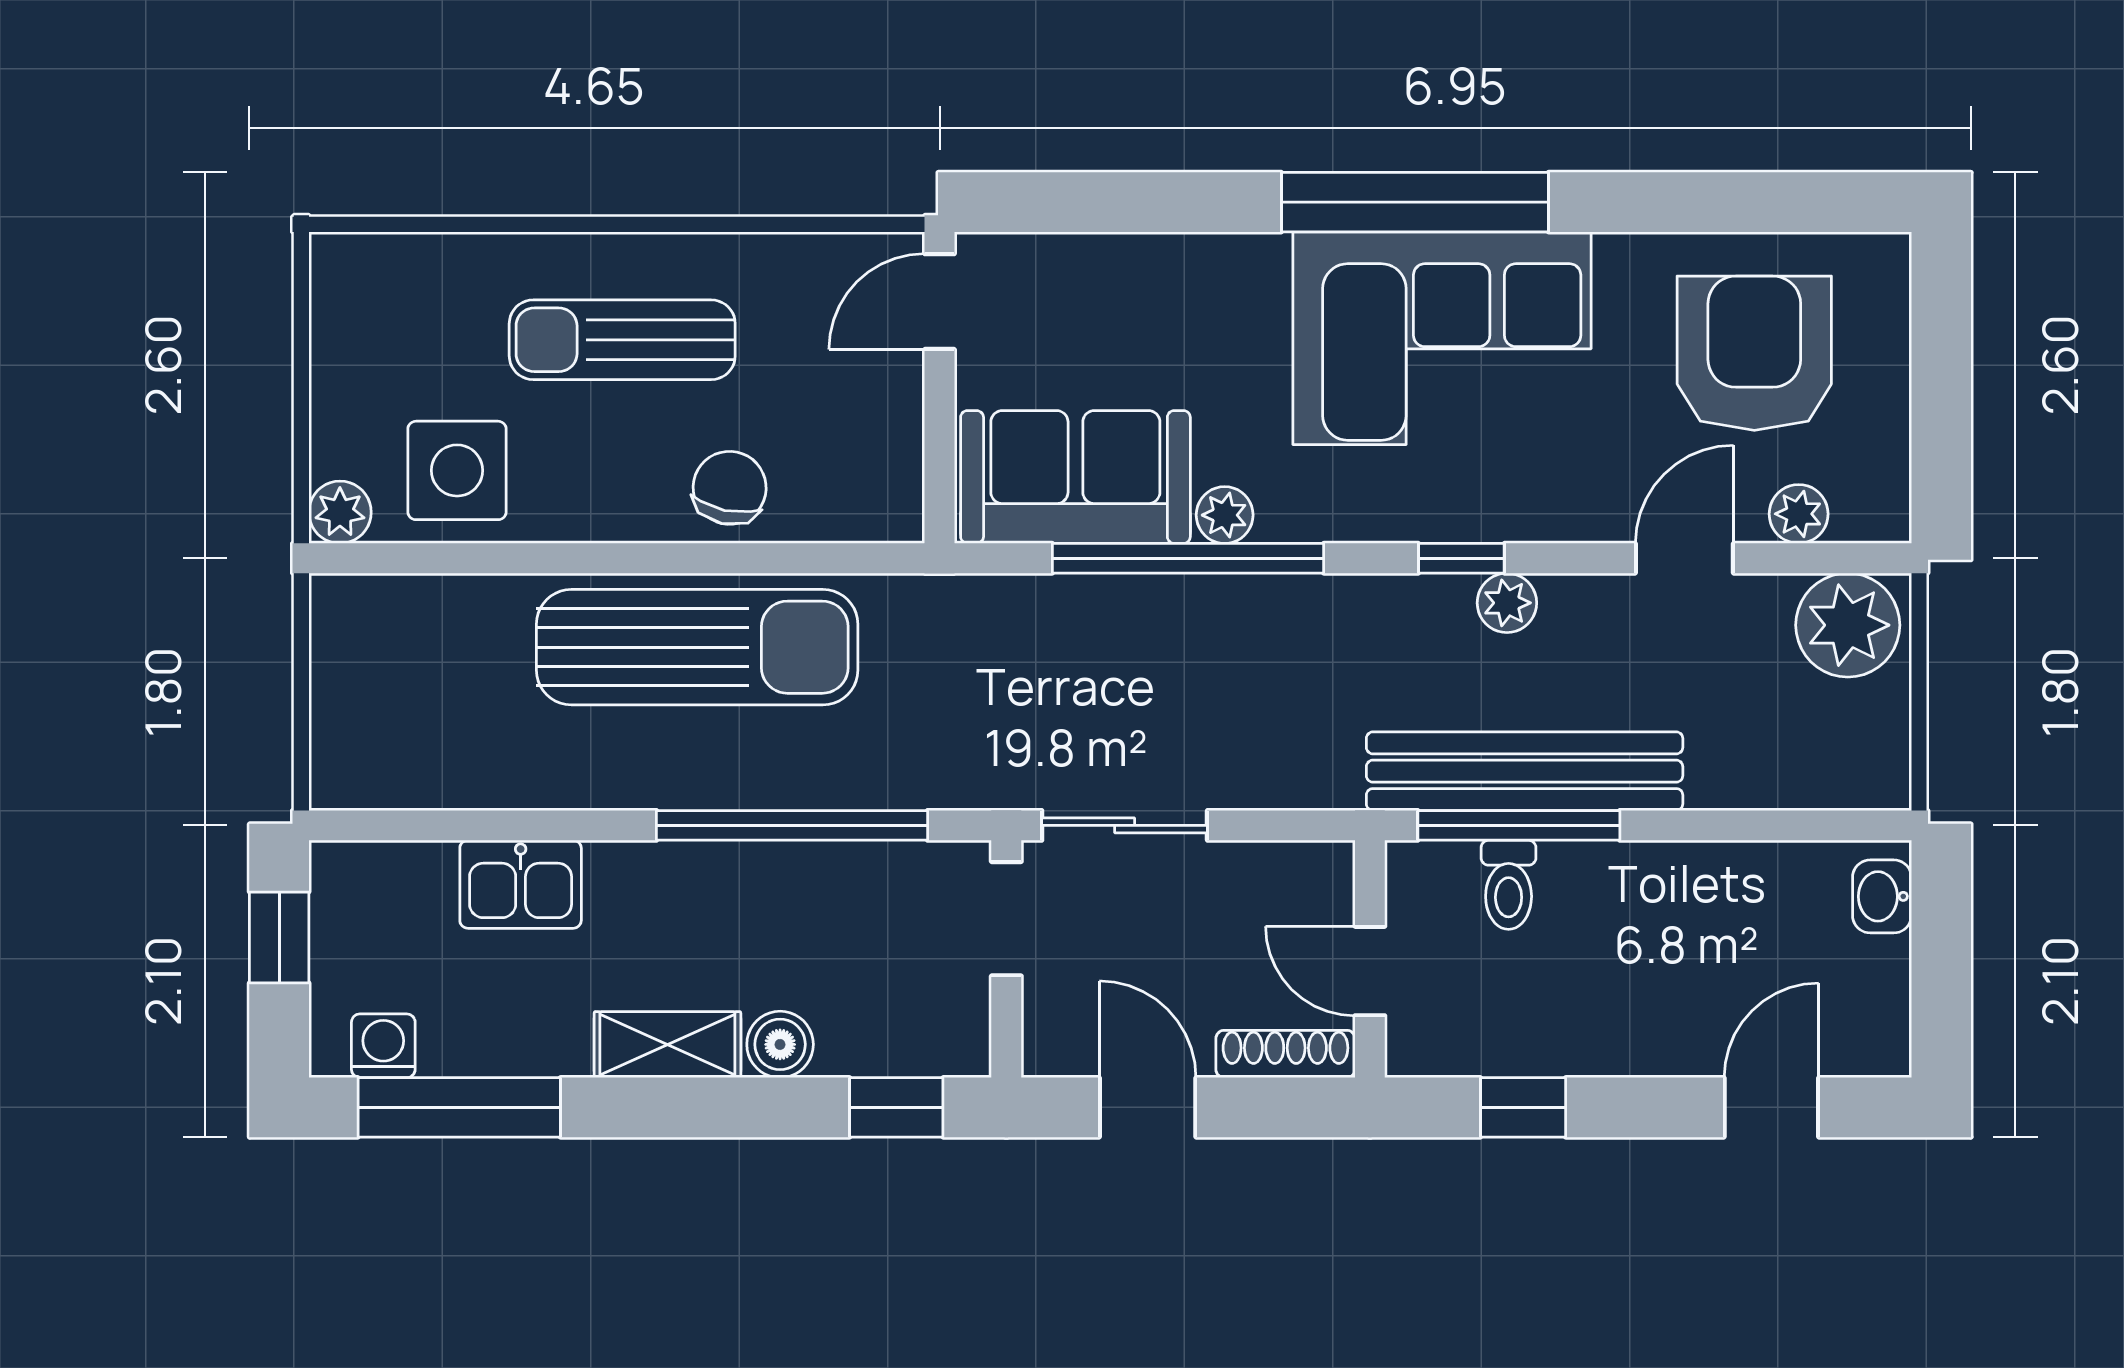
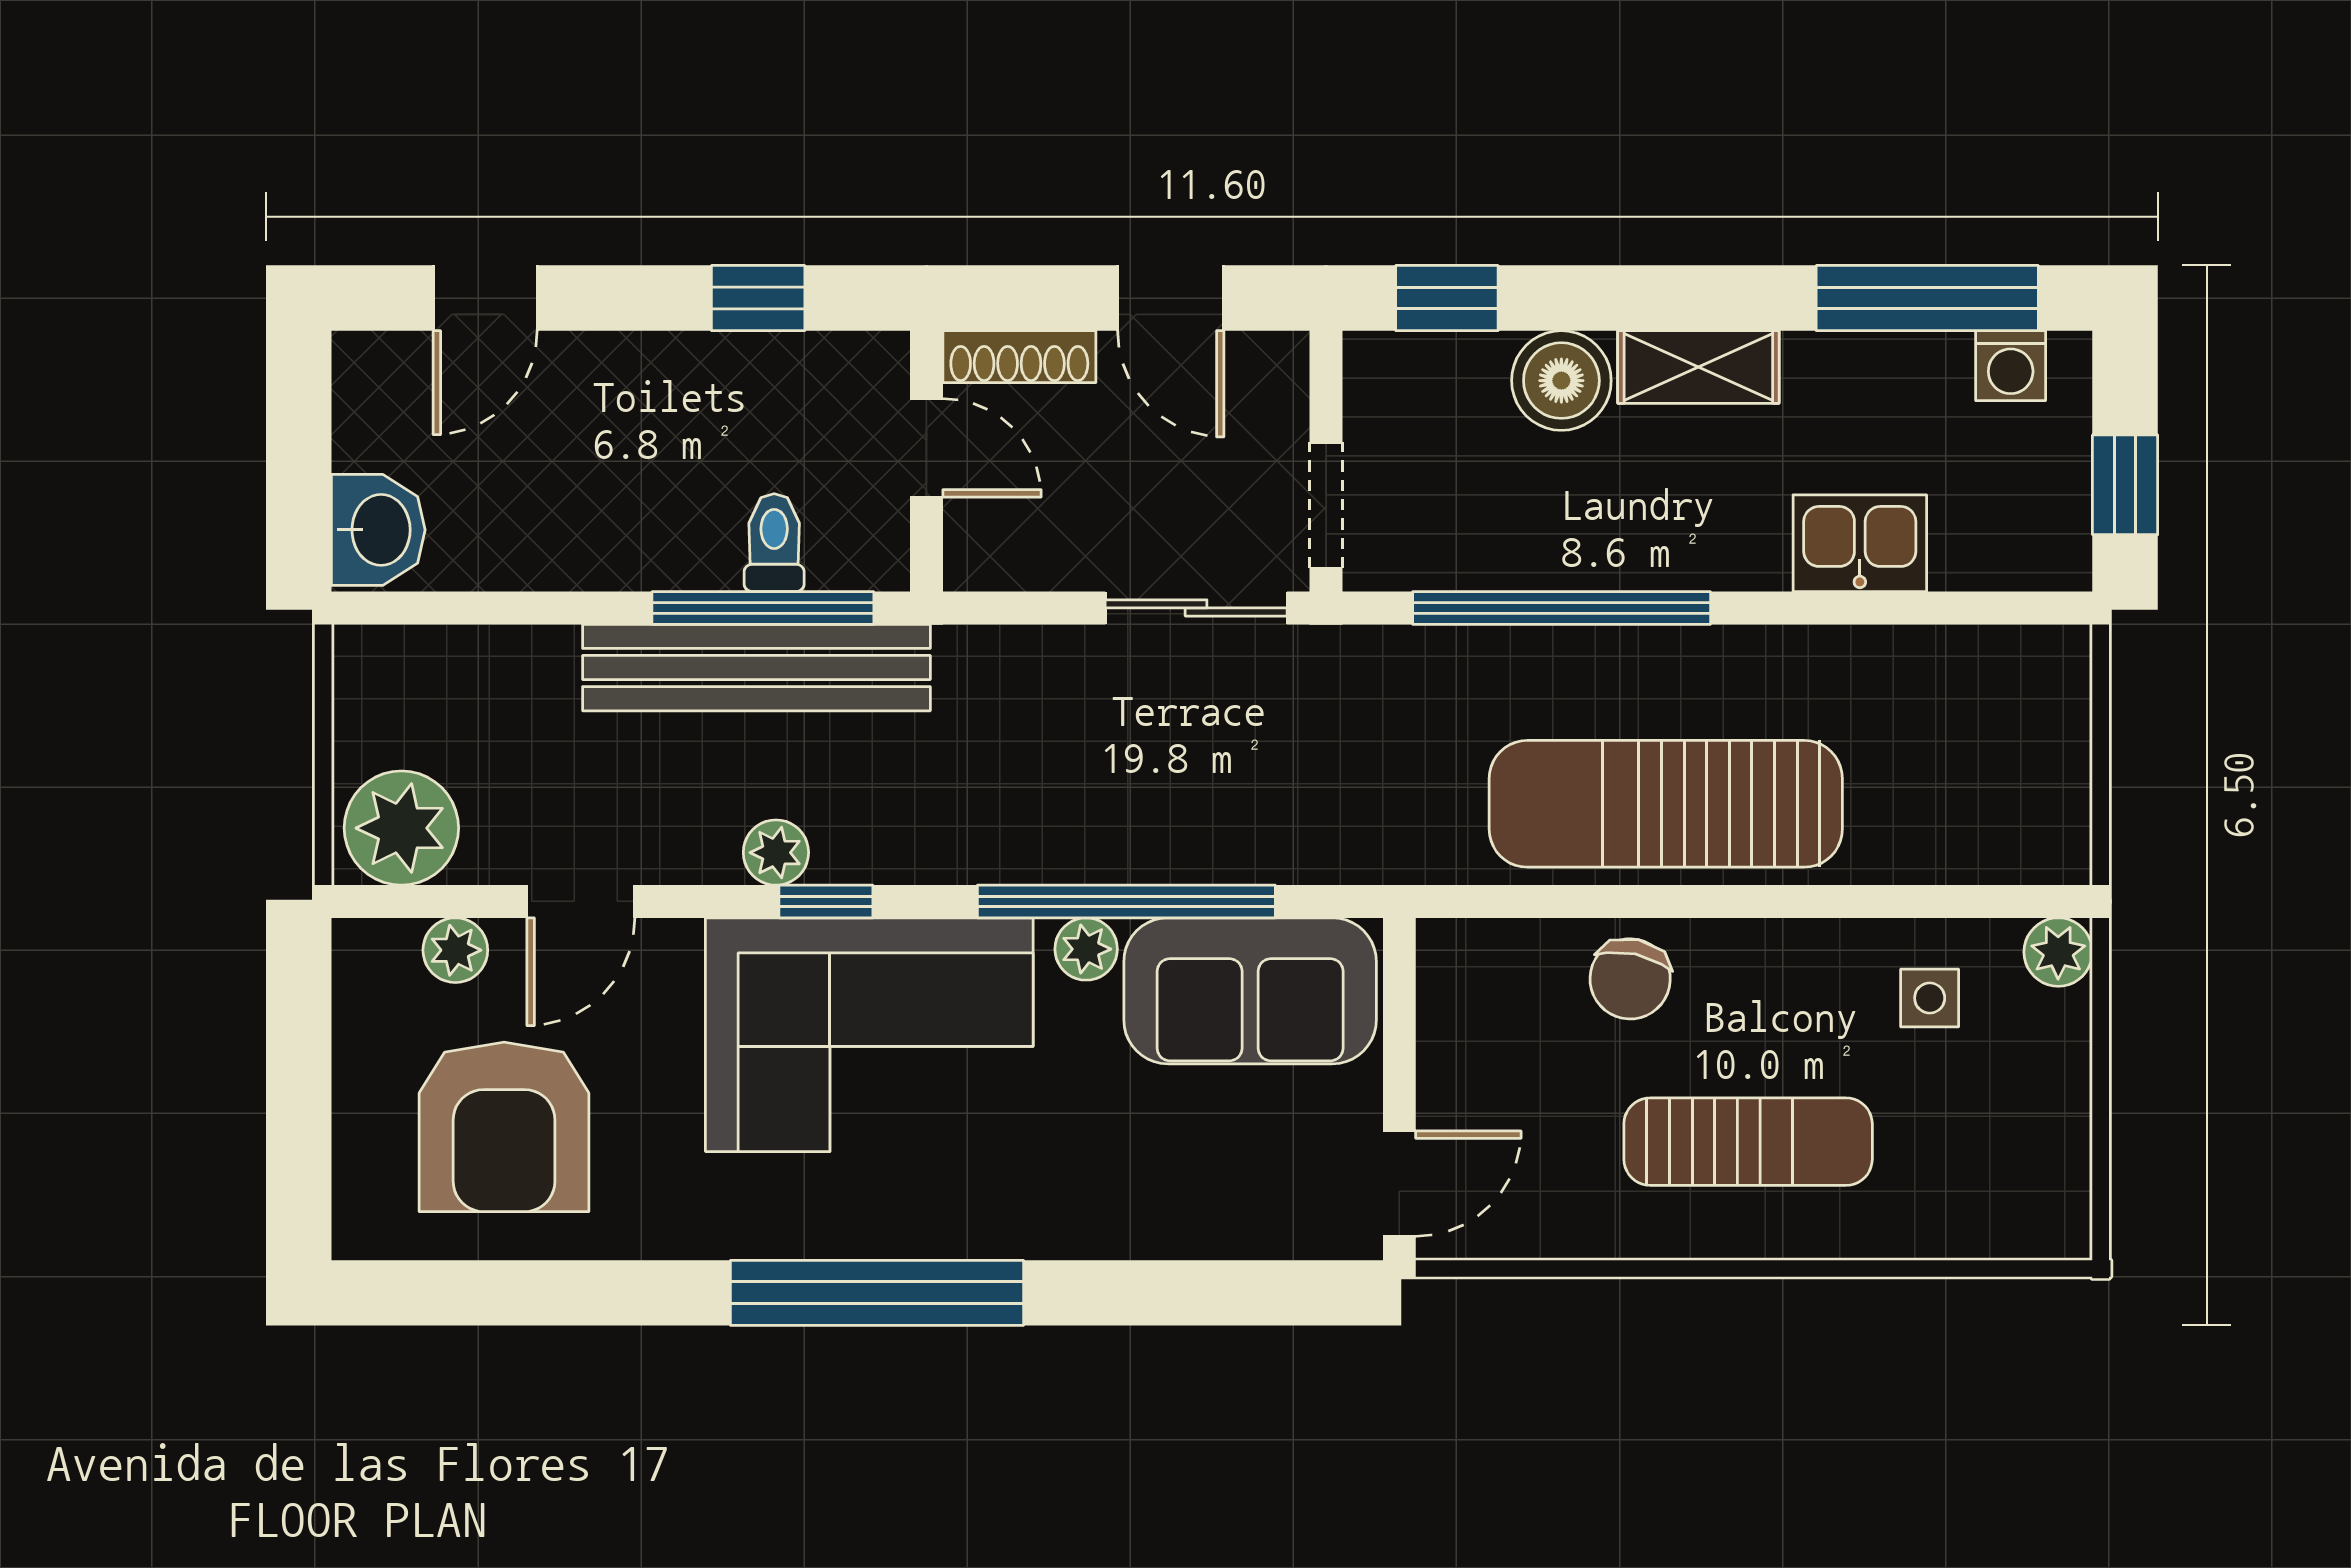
corner sofa: (1442, 338) -> (869, 1035), moved, turned 180
side table: (457, 470) -> (1930, 998), width x0.54, depth x0.54
washbasin: (1882, 896) -> (378, 530), width x1.38, depth x1.45
boiler: (780, 1044) -> (1561, 381), width x1.36, depth x1.36

